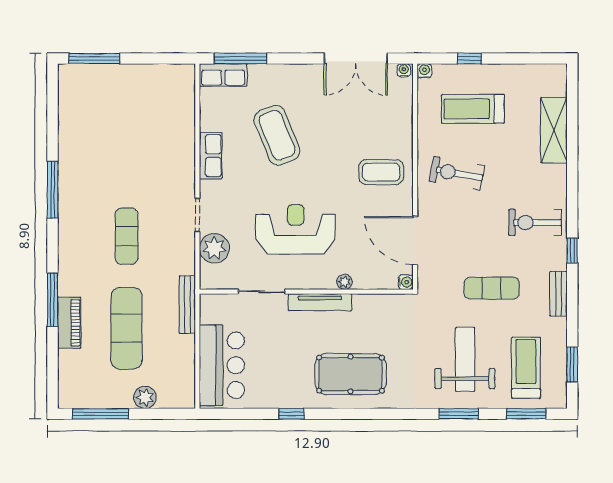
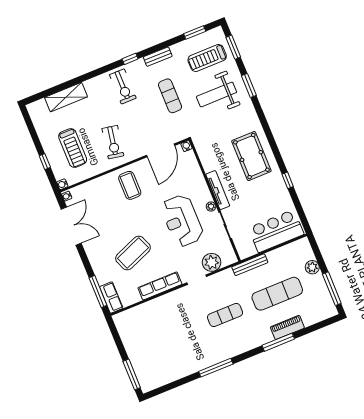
row of seats: (211, 156) -> (160, 286), width x1.48
plant: (344, 282) -> (211, 206), moved

